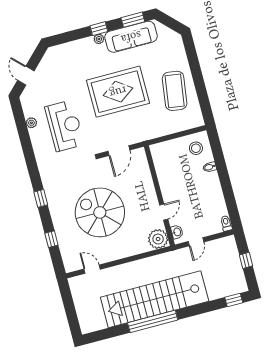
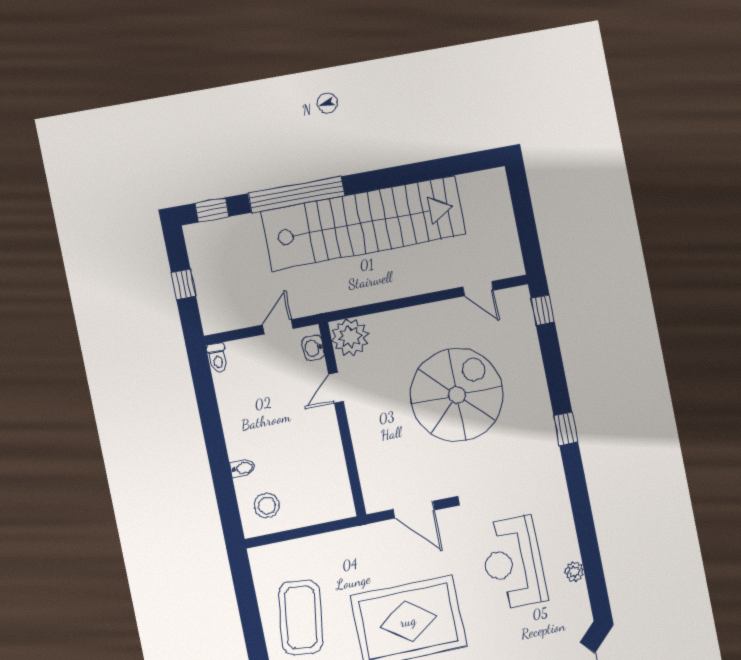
door: (119, 151) -> (414, 510), swing flipped
spiral stairs: (100, 212) -> (457, 395), turned -90
window: (51, 239) -> (543, 310), moved
window: (153, 321) -> (297, 194), moved

